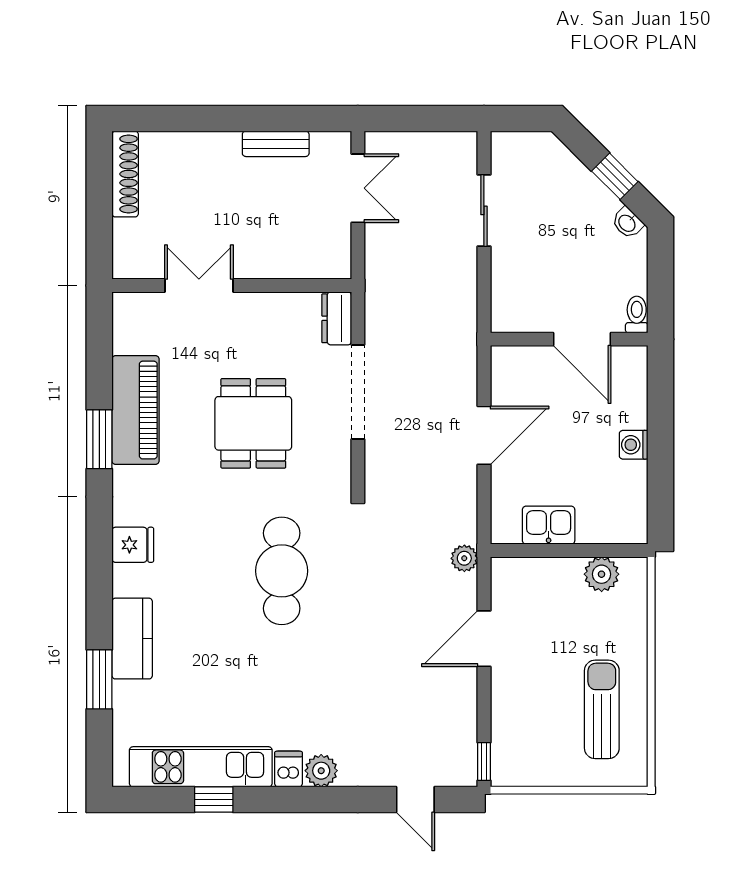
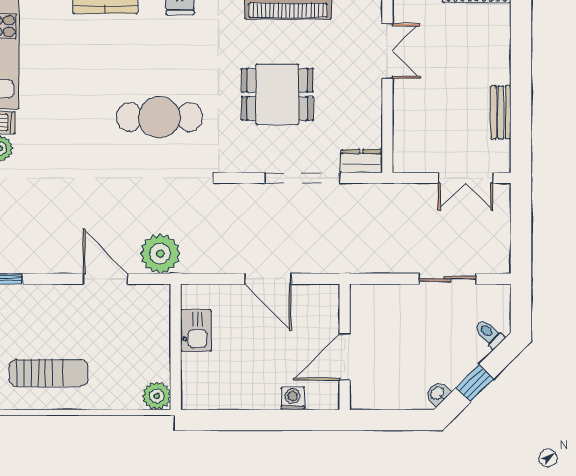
toilet: (637, 314) -> (489, 334), moved, turned -135
washing machine: (634, 445) -> (293, 398), moved
plant: (464, 558) -> (160, 254), width x1.87, depth x1.87
plant: (602, 574) -> (157, 396), moved

